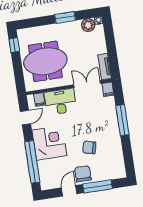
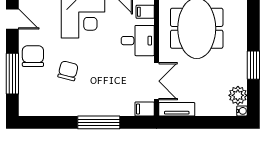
desk: (60, 102) -> (138, 41), width x0.73
chair: (83, 174) -> (33, 56), turned -90
door: (69, 191) -> (12, 19), moved

